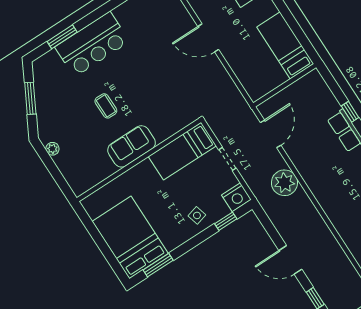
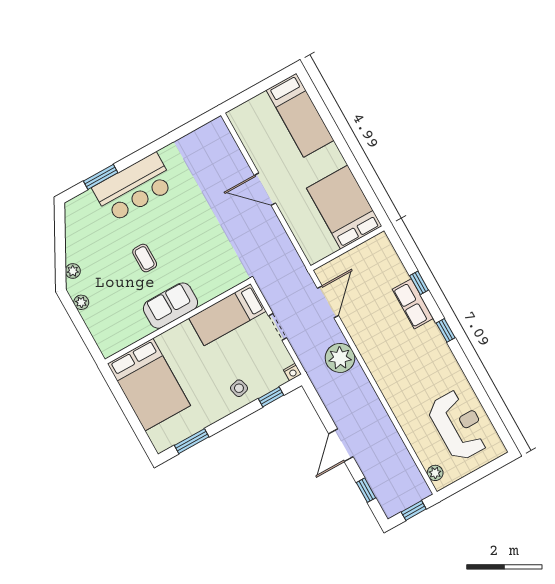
bed: (285, 45) -> (344, 207), width x1.50
window: (30, 98) -> (60, 244), removed
plant: (43, 122) -> (73, 271), added
nightstand: (236, 197) -> (292, 372), width x0.53, depth x0.56
bed: (130, 237) -> (149, 385), moved, turned 180
door: (290, 260) -> (341, 445), hinge flipped

